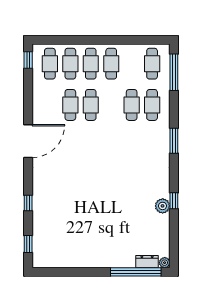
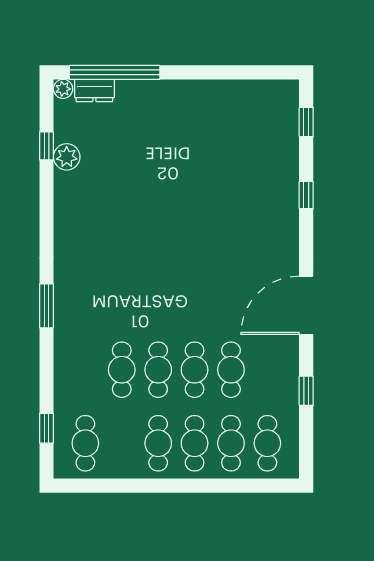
window: (28, 60) -> (306, 391), moved
window: (174, 72) -> (47, 428), width x0.46
cafe table: (152, 105) -> (158, 370), moved
window: (174, 201) -> (47, 146), moved
plant: (163, 206) -> (67, 157), moved

